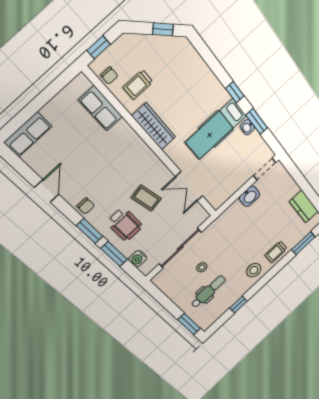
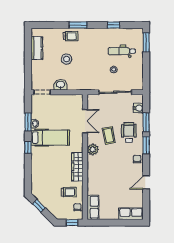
row of seats: (101, 108) -> (93, 207), moved
plant: (152, 164) -> (93, 149), added
window: (303, 243) -> (78, 25), moved
stool: (254, 270) -> (66, 59), moved

